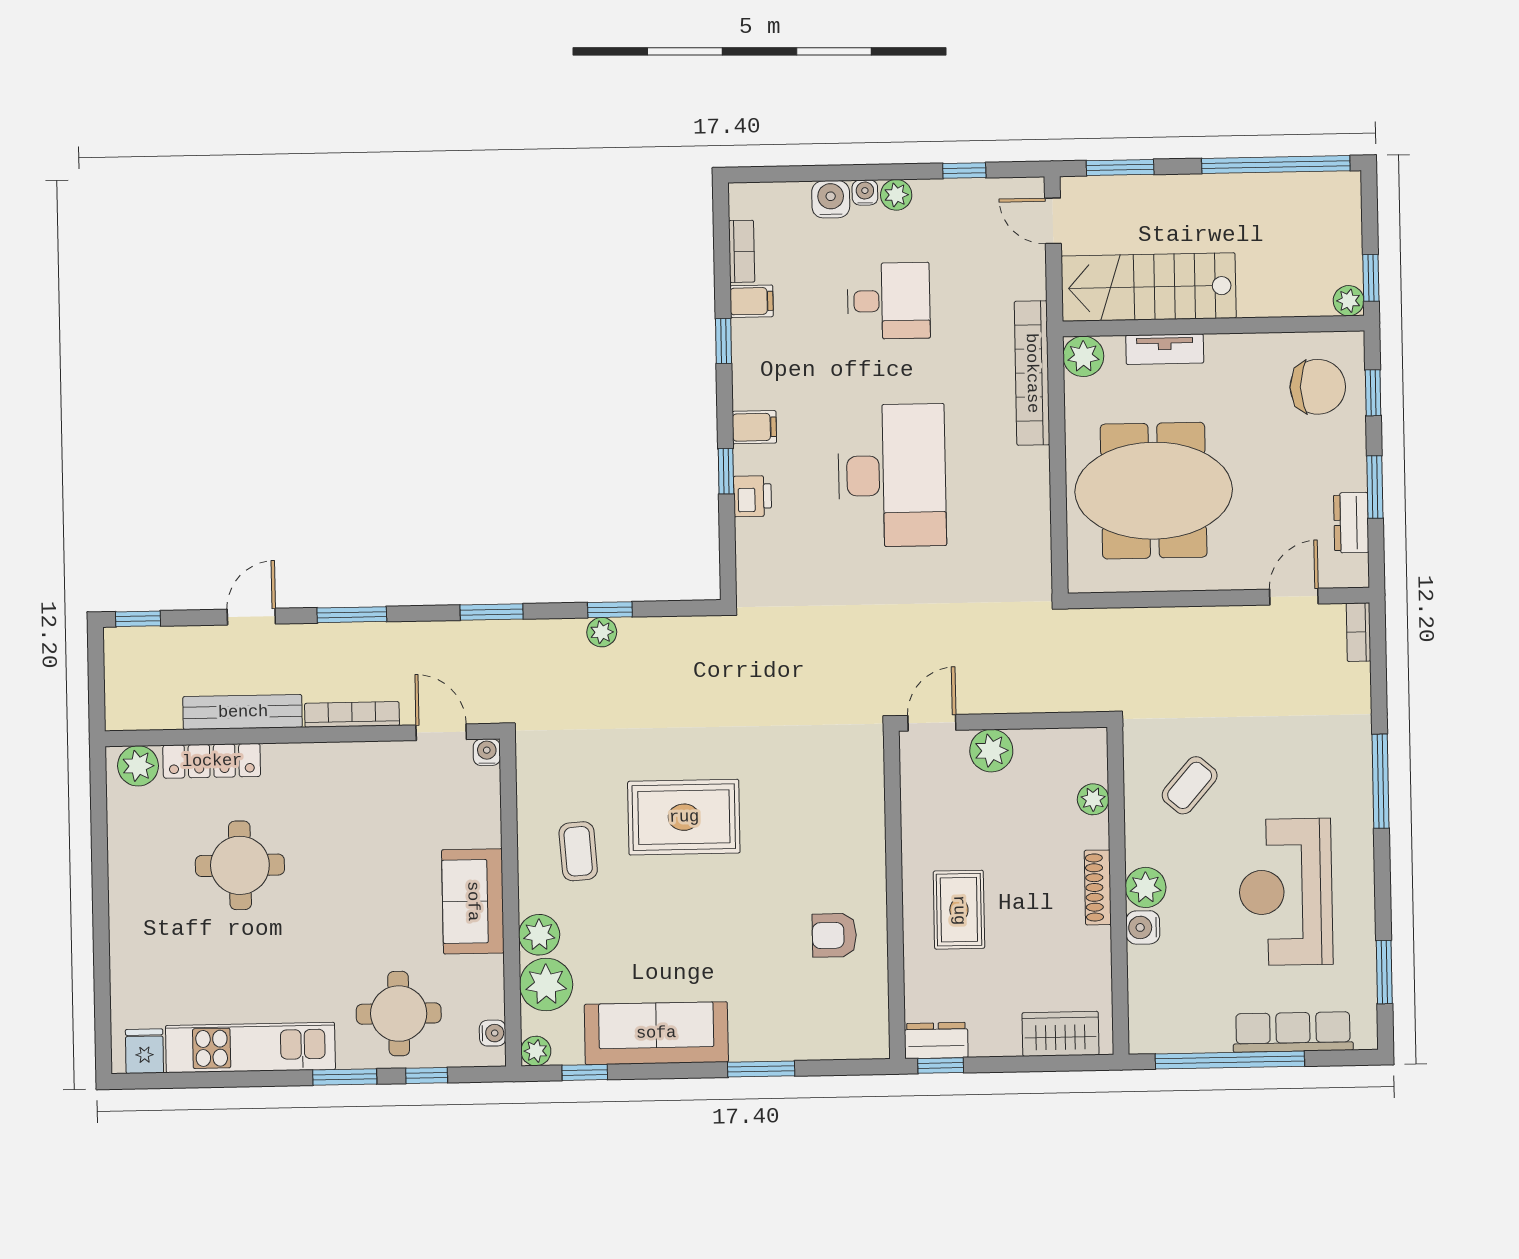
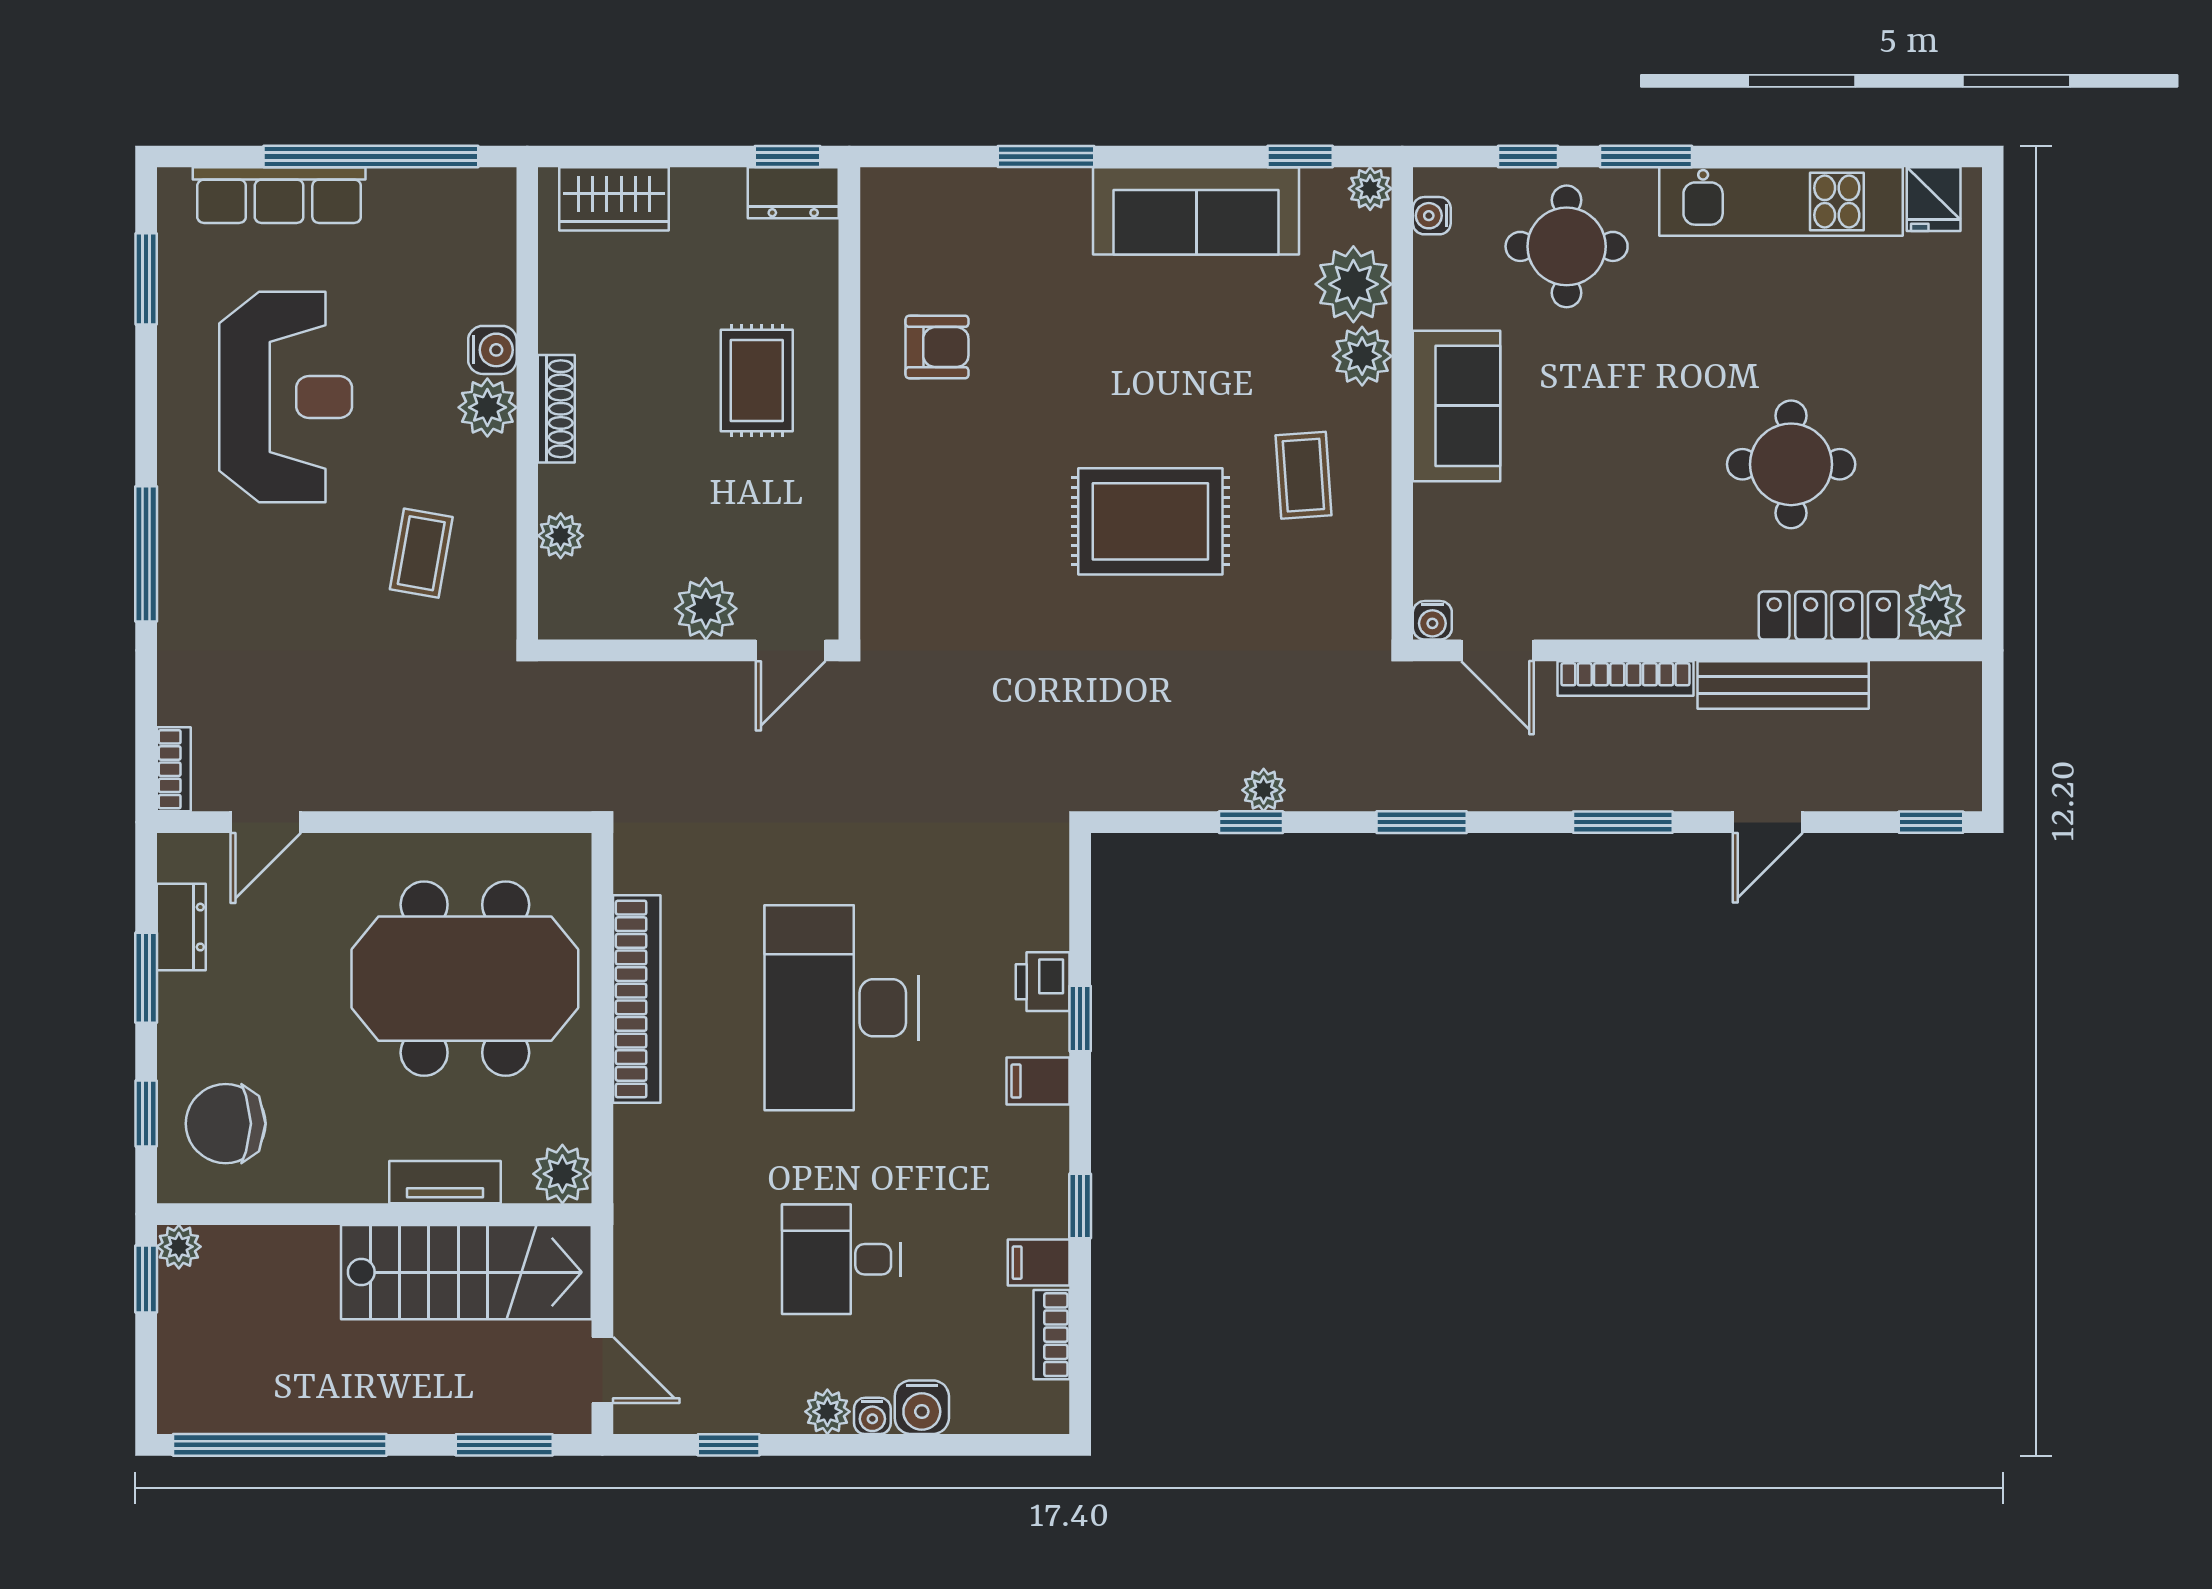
bookcase: (1032, 373) -> (637, 999), moved
coffee table: (1190, 785) -> (421, 553), turned -31

